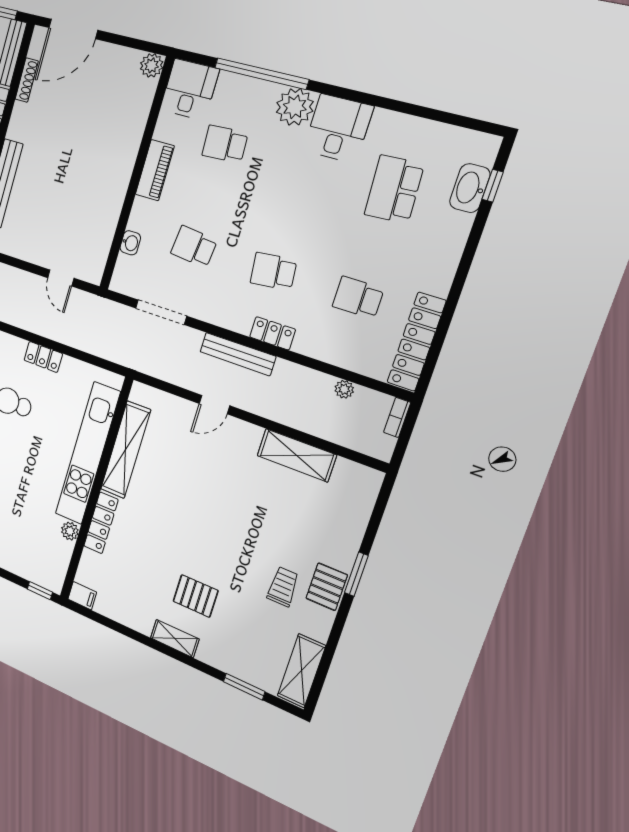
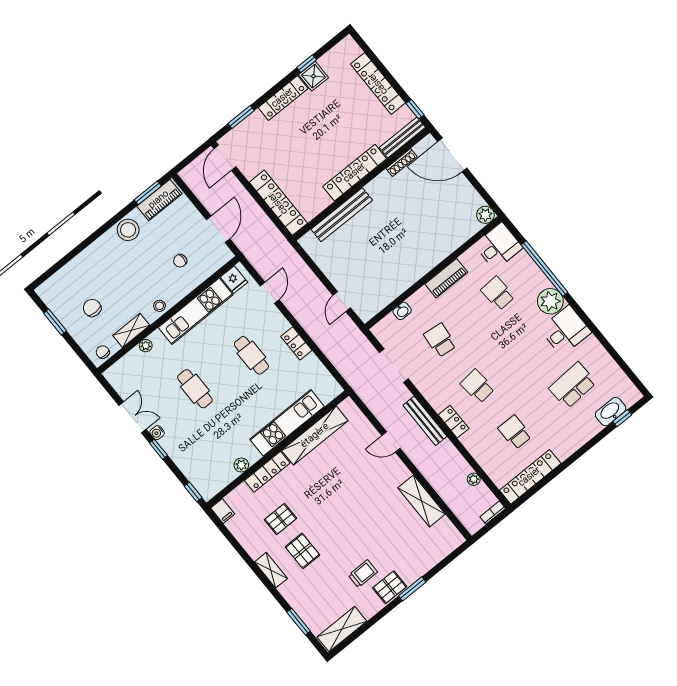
kitchen unit: (88, 453) -> (287, 423), width x0.73
pallet: (148, 571) -> (281, 519), added

